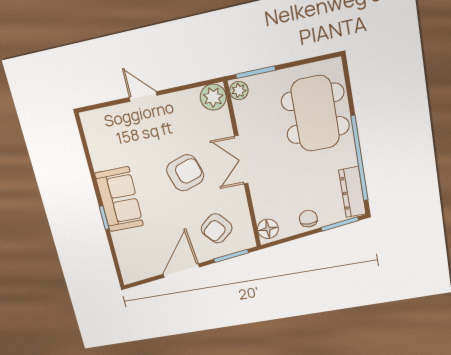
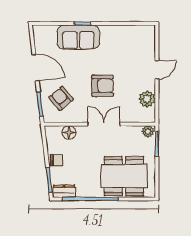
plant: (213, 97) -> (147, 99), moved
armchair: (185, 173) -> (103, 86), turned -72
dresser: (352, 192) -> (64, 191), width x0.70
sofa: (119, 199) -> (78, 37), moved
floor lamp: (268, 229) -> (69, 132), moved

